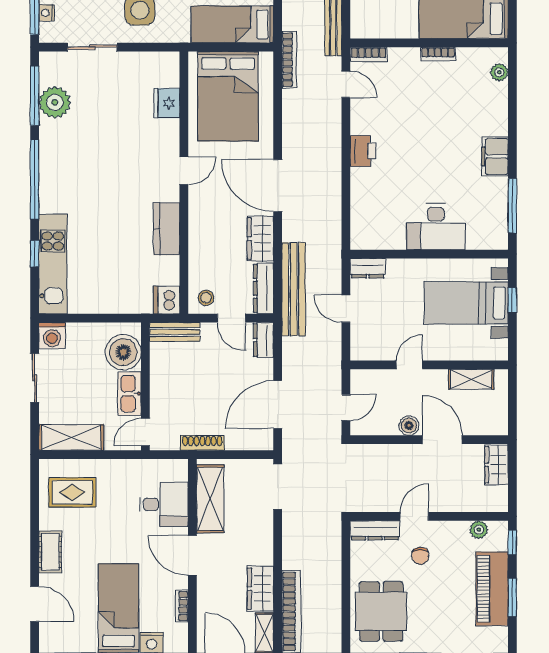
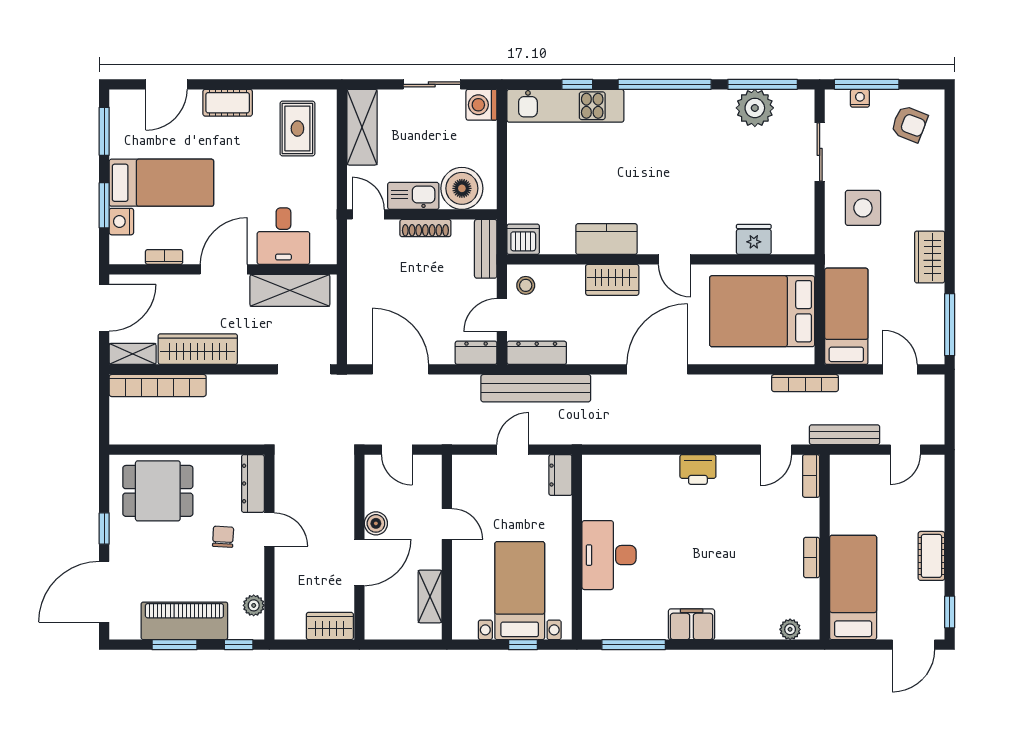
wardrobe: (260, 239) -> (612, 280), moved, turned 180
shoe rack: (202, 443) -> (425, 228), moved, turned 90
chair: (420, 556) -> (223, 537), turned 93
wardrobe: (260, 589) -> (198, 349), width x1.50

